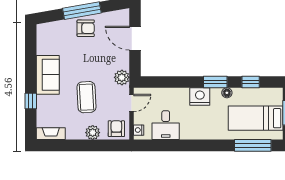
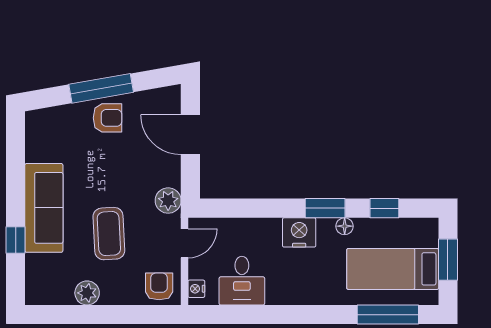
sofa: (48, 75) -> (44, 208), width x1.36
plant: (93, 133) -> (87, 293), moved
fireplace: (51, 134) -> (49, 295), removed

